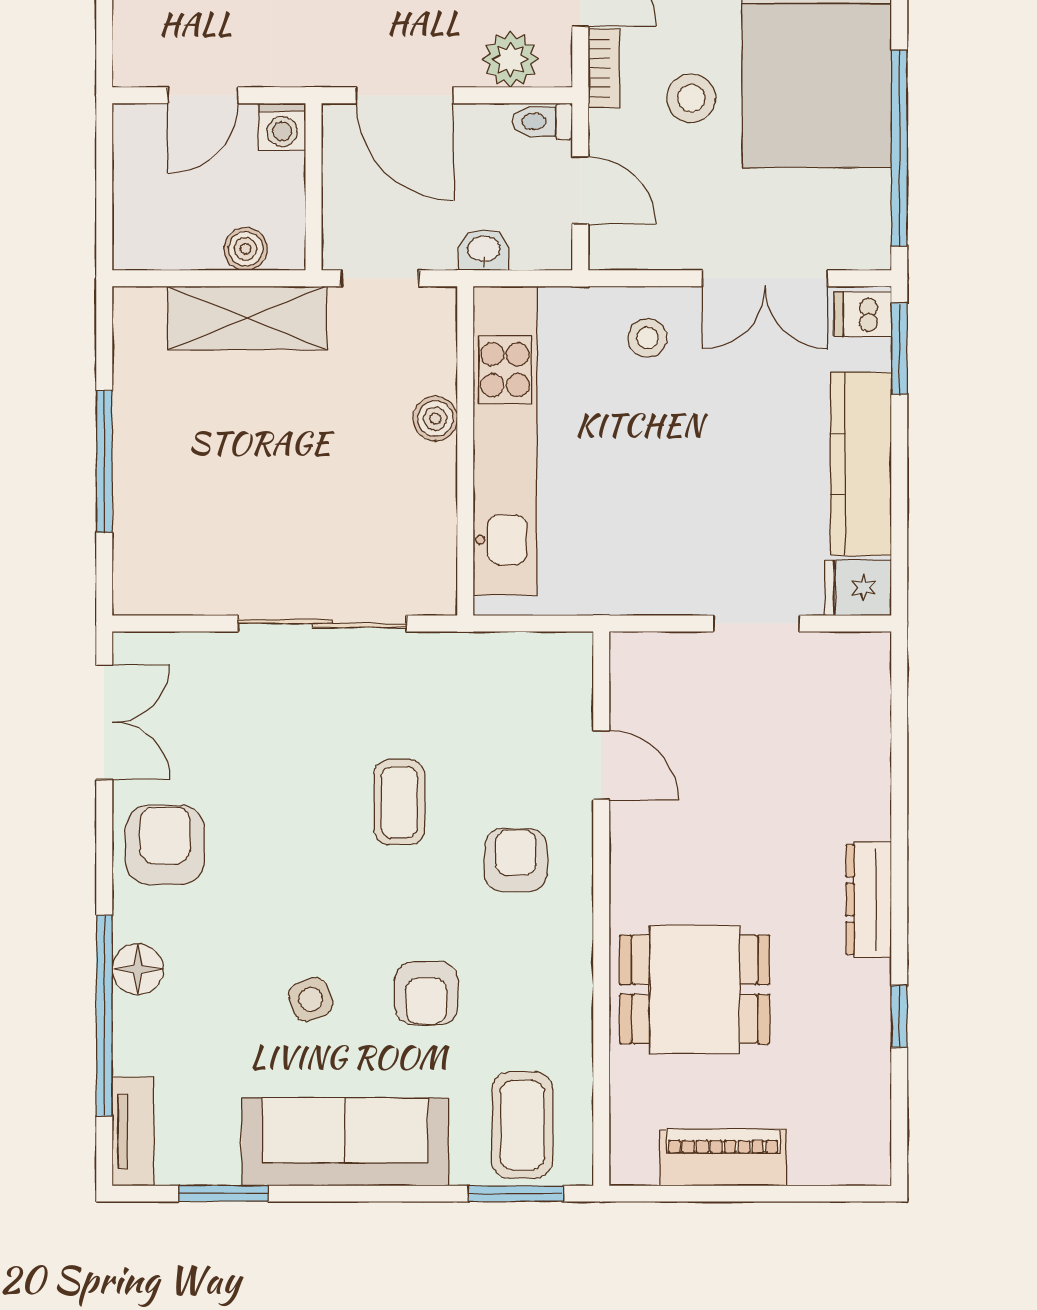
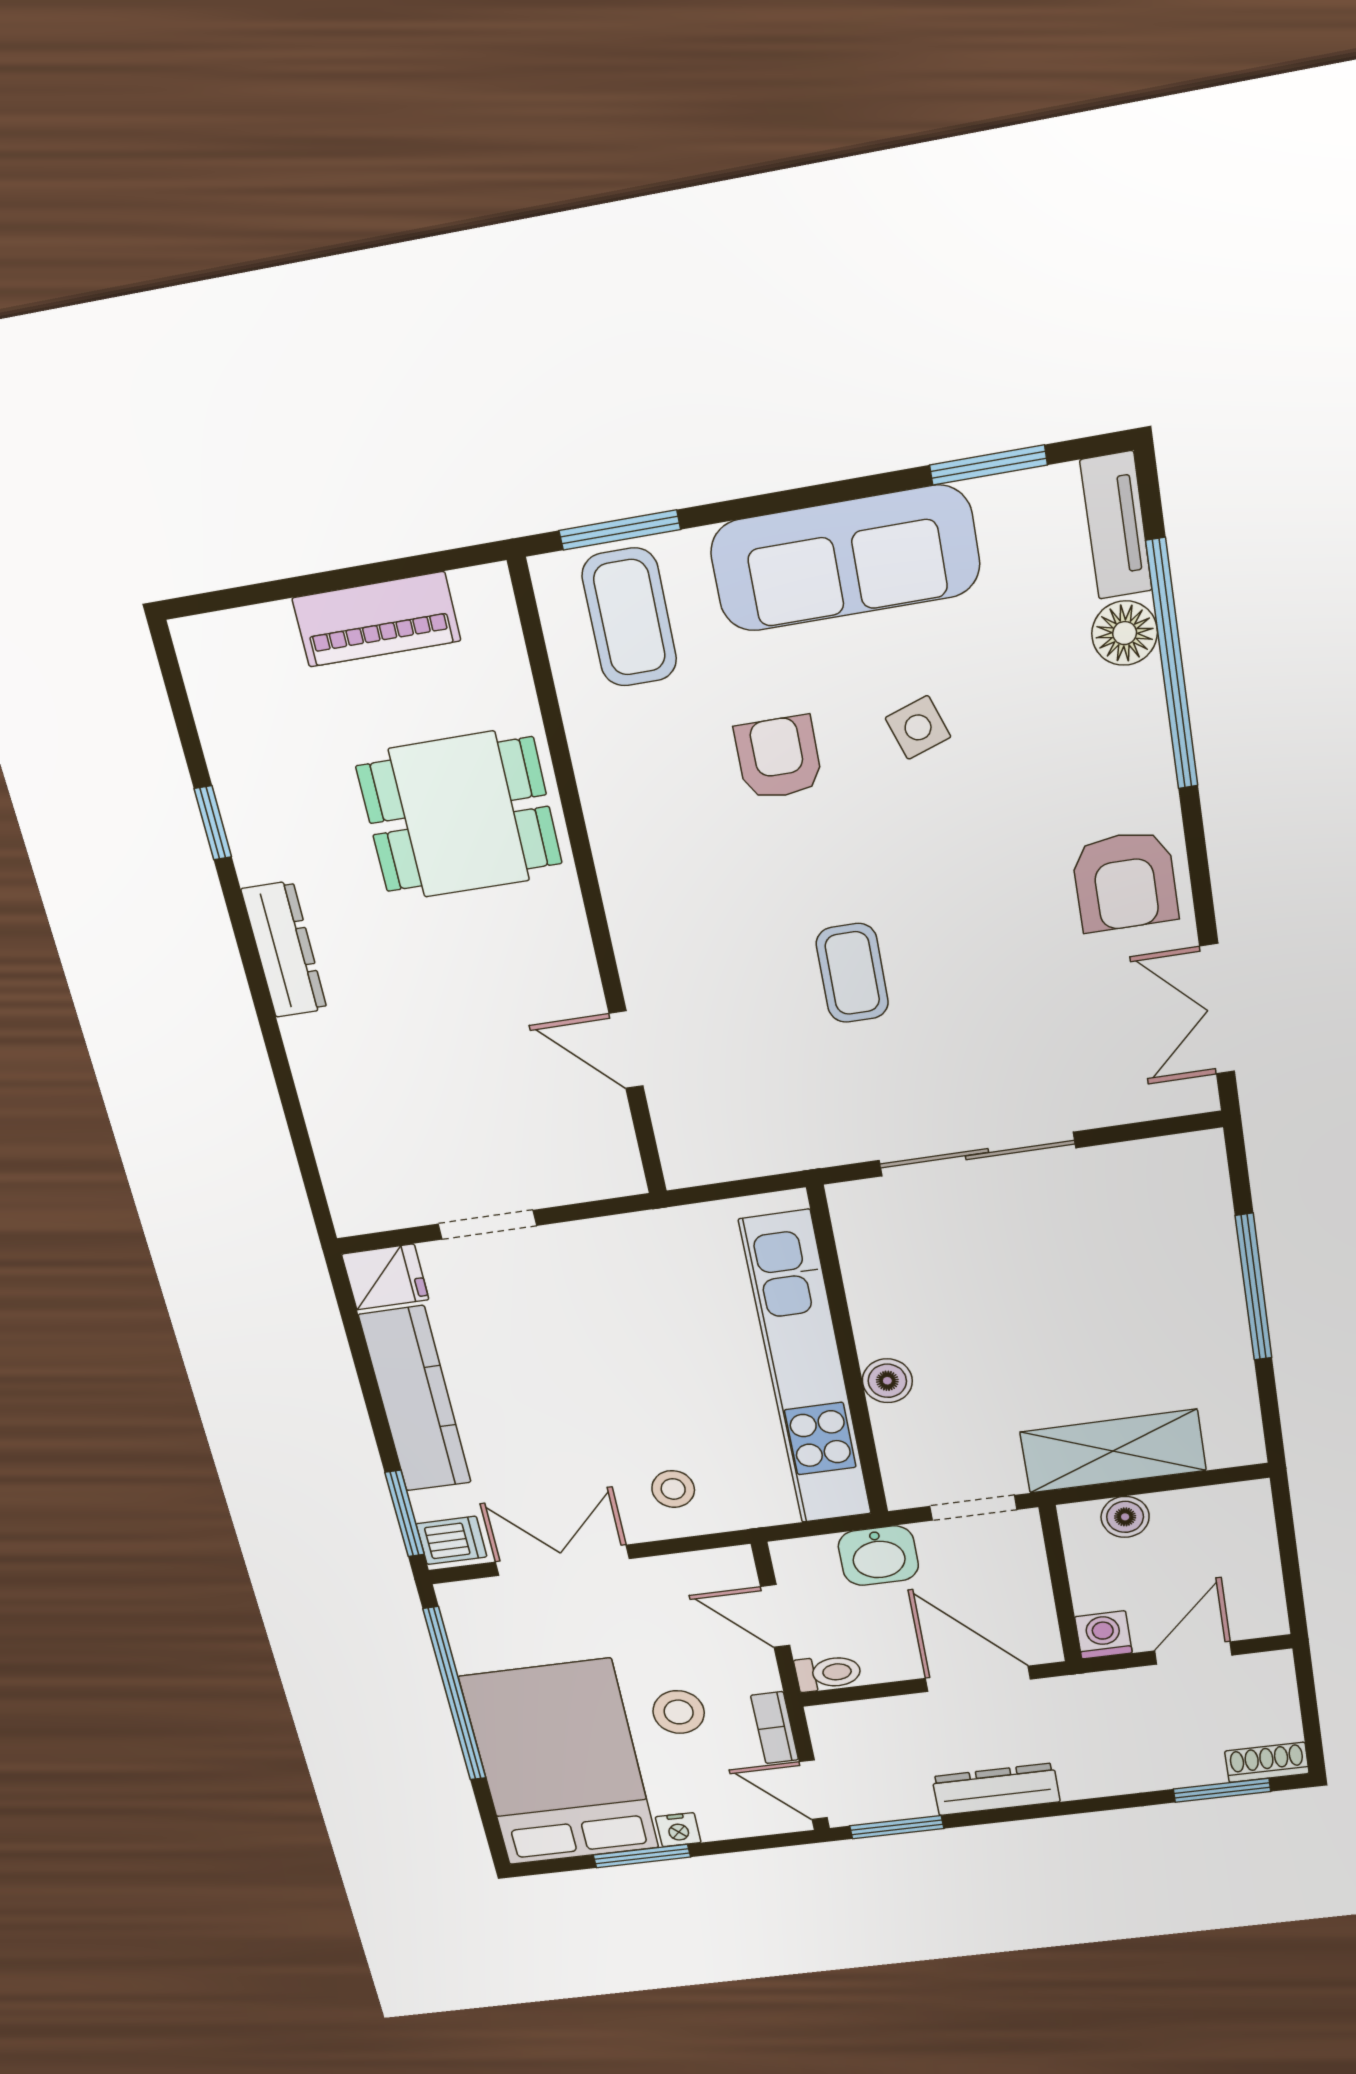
plant: (510, 59) -> (873, 1724), removed
washbasin: (484, 250) -> (878, 1556), width x1.38, depth x1.45
armchair: (516, 860) -> (702, 929), removed
floor lamp: (138, 969) -> (1125, 633), moved

